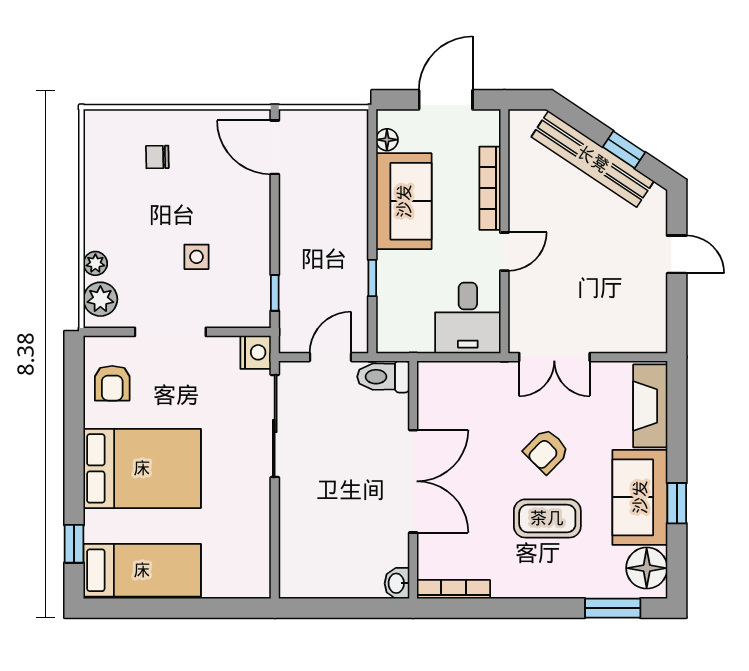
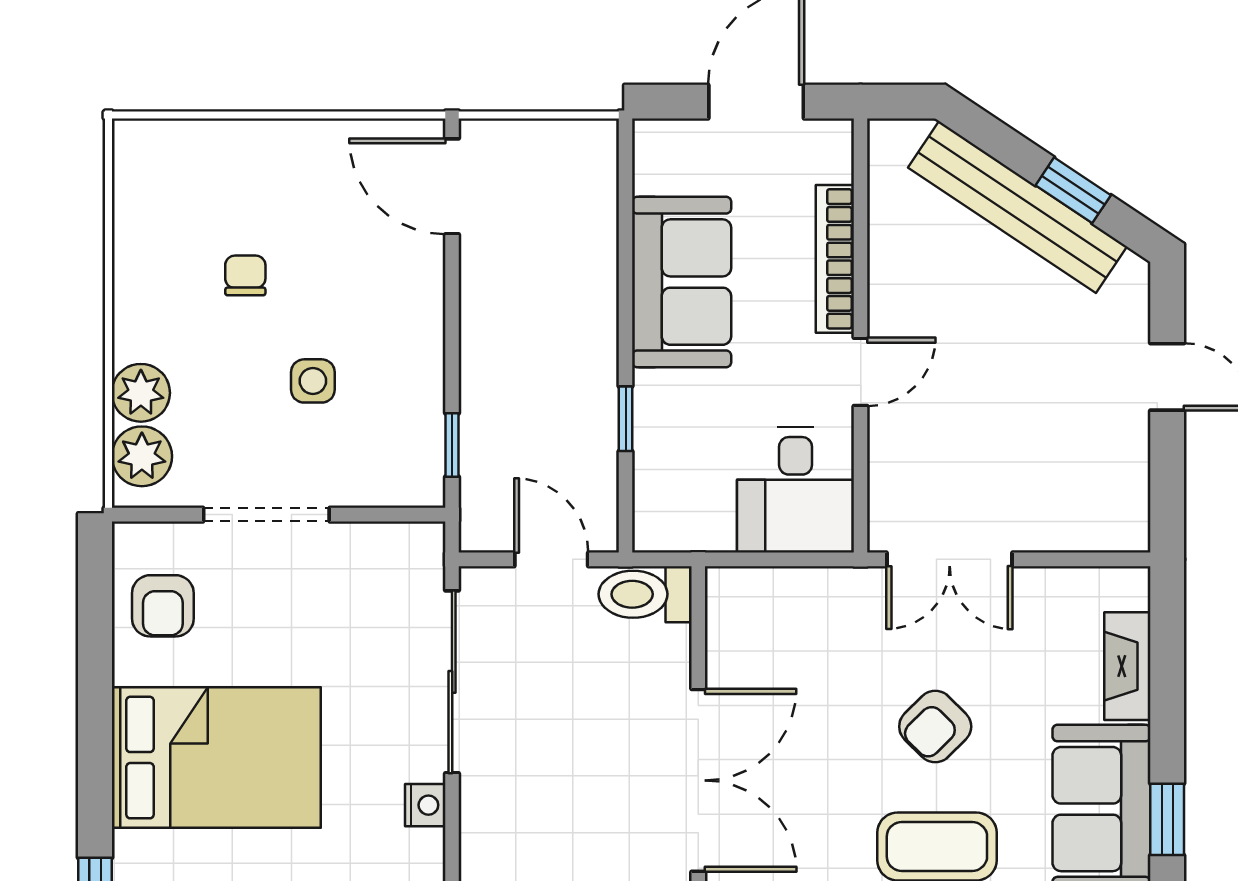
floor lamp: (387, 140) -> (652, 173), removed
chair: (157, 157) -> (245, 275), moved, turned 91
plant: (95, 263) -> (141, 393), width x1.38, depth x1.38
nightstand: (256, 352) -> (425, 805), moved, width x0.72, depth x0.74
door: (331, 357) -> (551, 559), hinge flipped
fireplace: (650, 406) -> (1127, 666), width x0.73, depth x0.76

